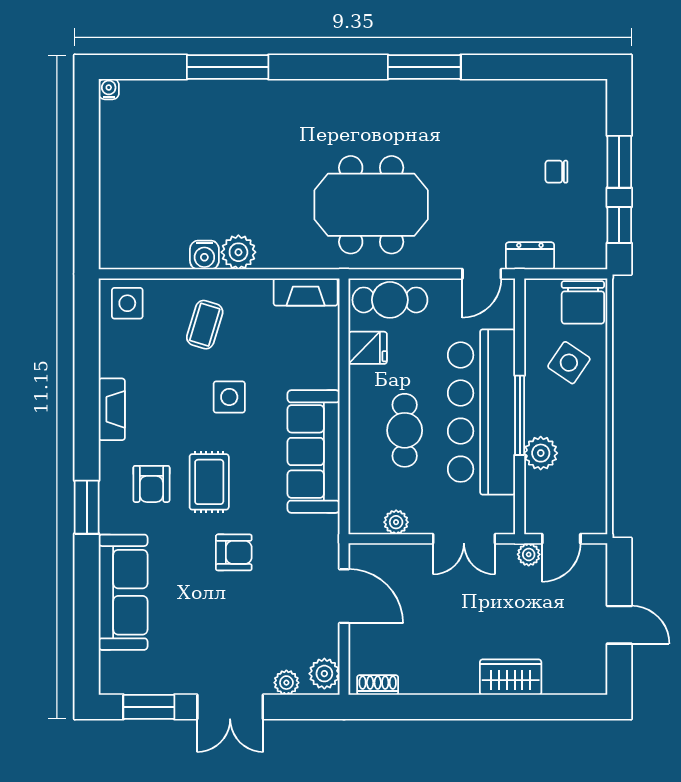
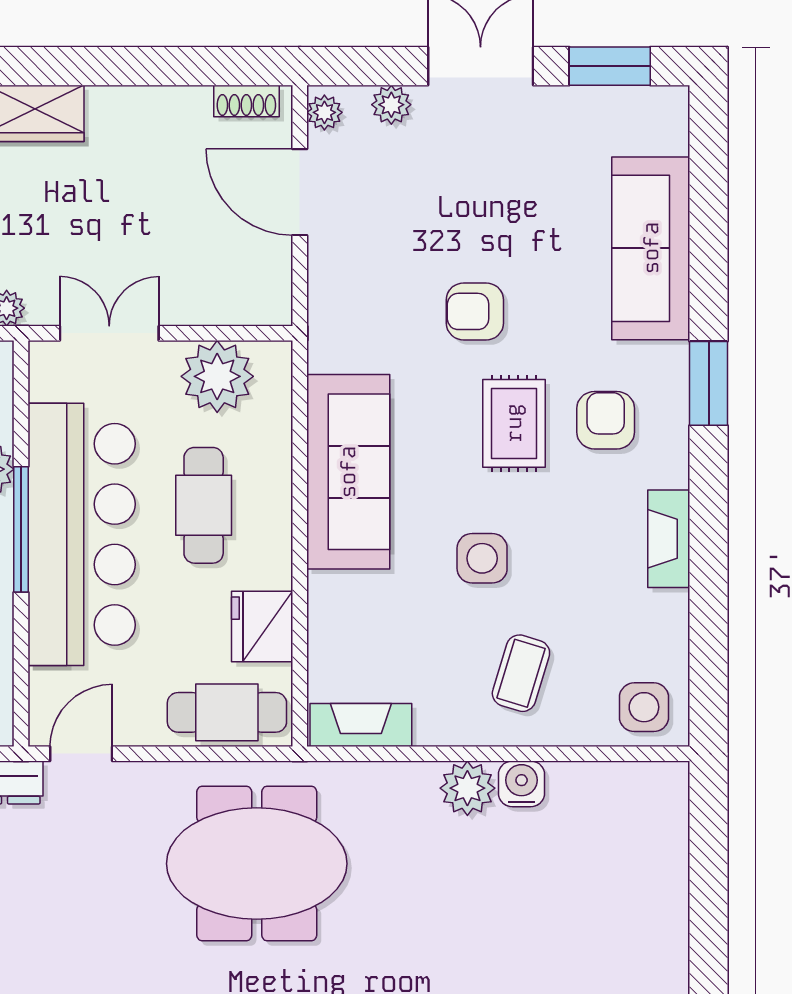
fridge: (368, 348) -> (262, 627), width x1.38
plant: (396, 522) -> (217, 376), width x1.87, depth x1.87
door: (344, 596) -> (300, 192), moved
plant: (324, 674) -> (324, 112), width x0.73, depth x0.73

